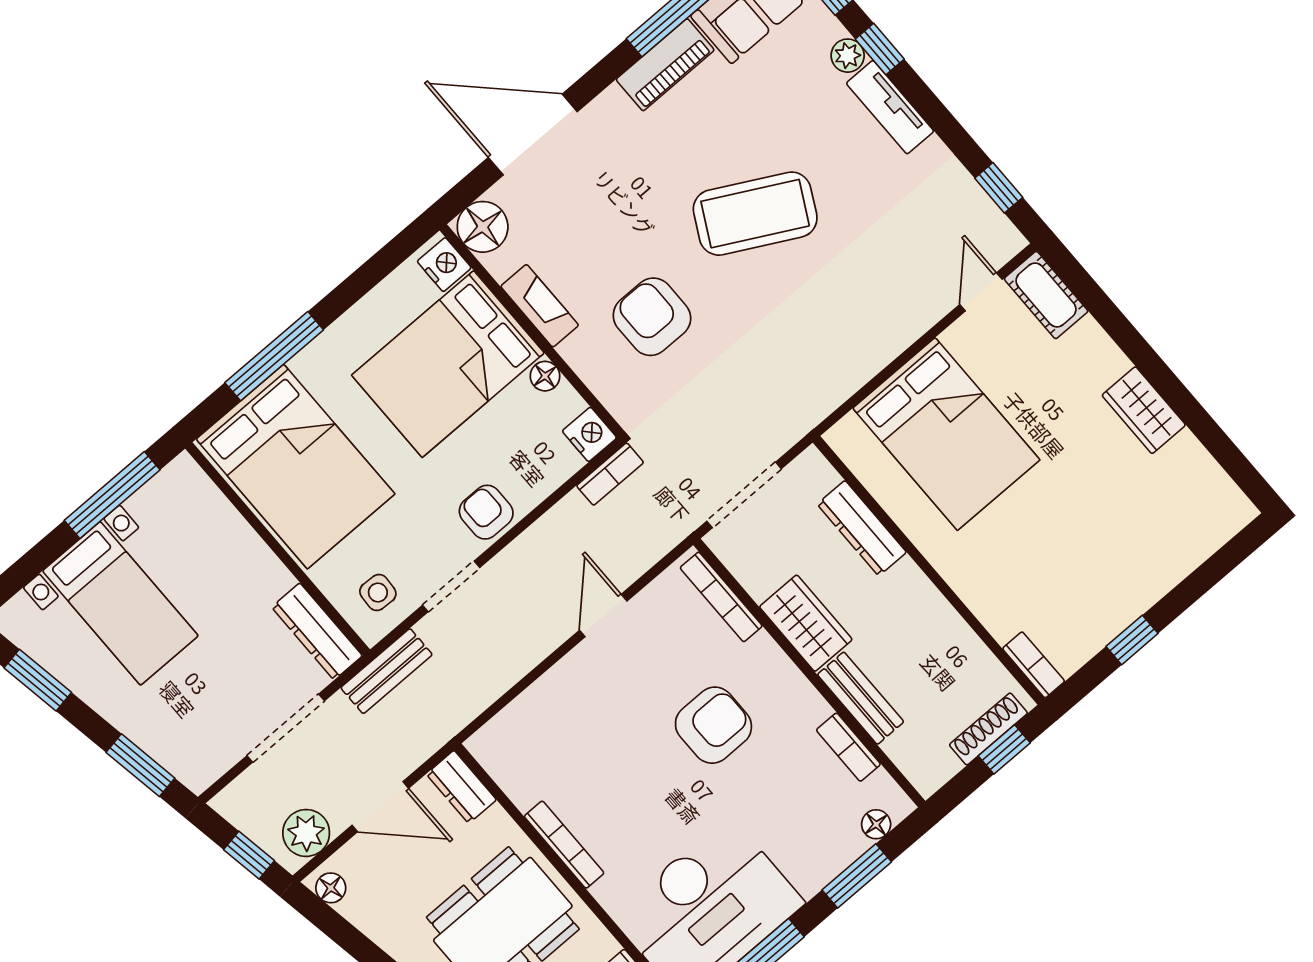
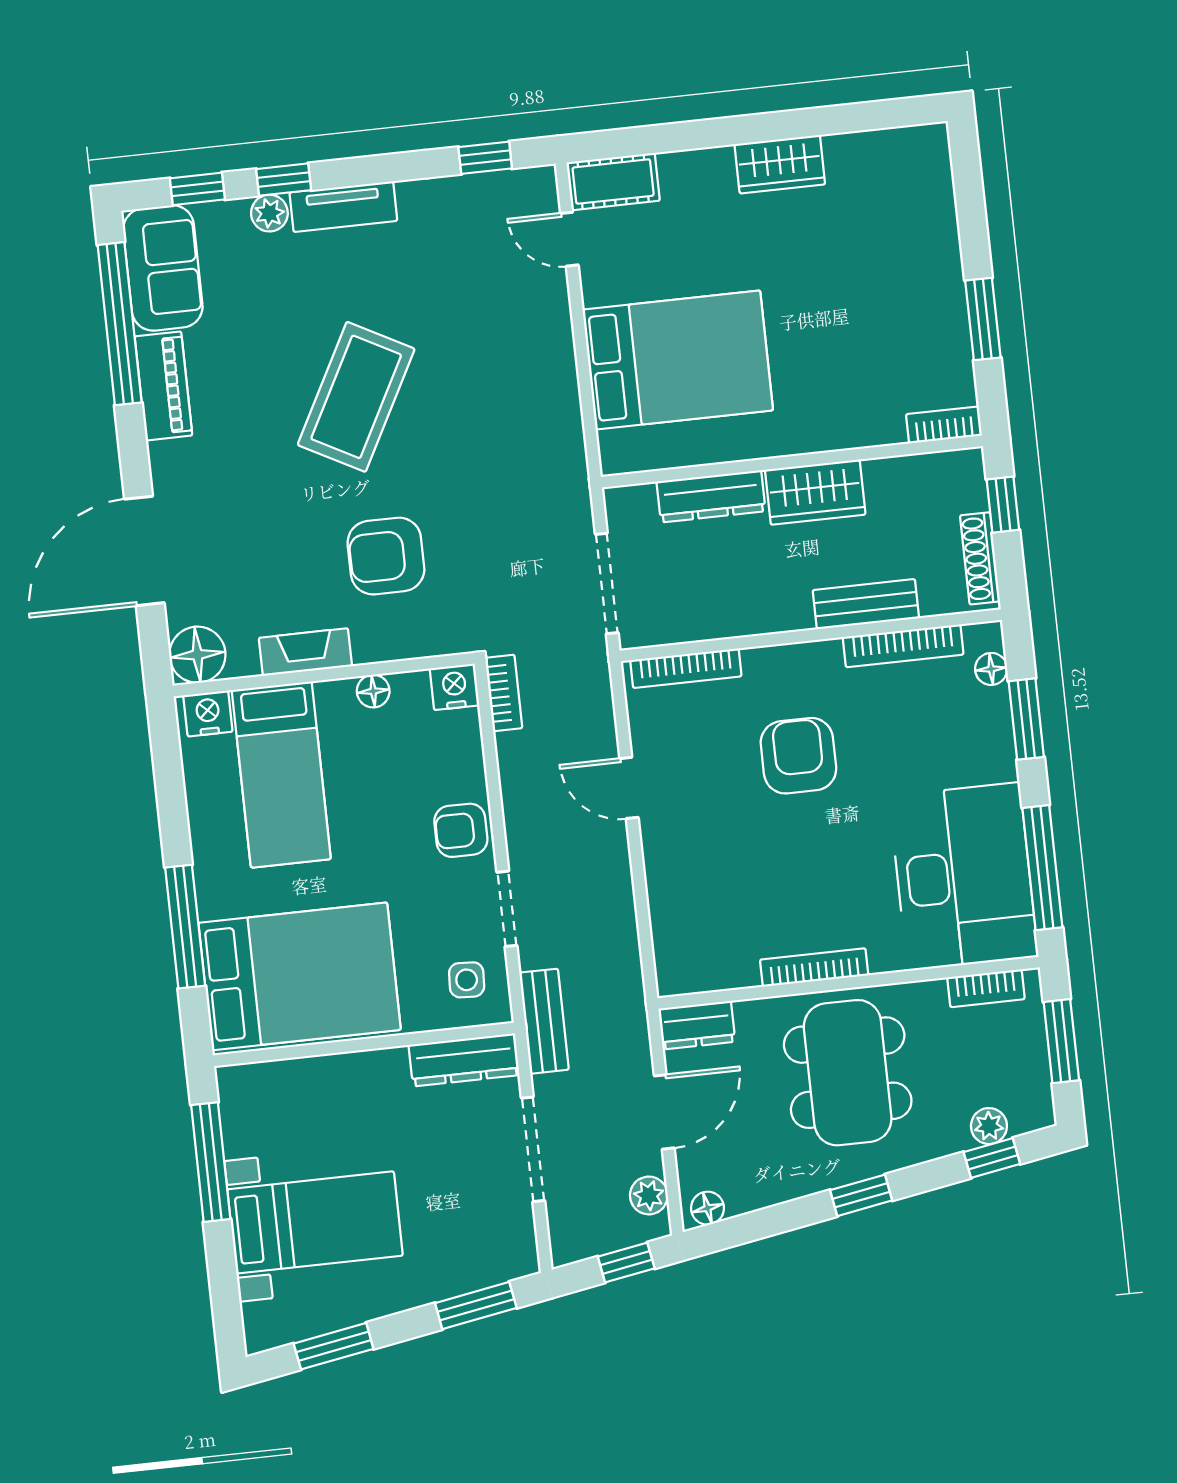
bed: (448, 364) -> (281, 775), width x0.67
wardrobe: (806, 623) -> (815, 492), moved, turned 180
window: (1132, 640) -> (983, 319), width x1.50
shoe rack: (988, 729) -> (980, 558), moved
bookcase: (848, 747) -> (903, 646), width x1.56
plant: (306, 833) -> (649, 1195), width x0.73, depth x0.73

